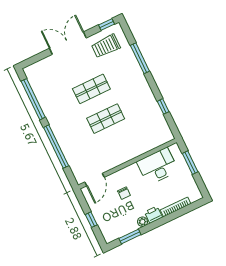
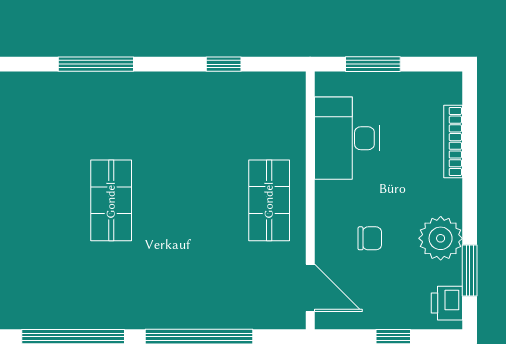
trolley: (106, 46) -> (34, 125), removed
shop shelf: (106, 119) -> (269, 200), moved
printer: (153, 215) -> (447, 303), moved
plant: (143, 222) -> (441, 238), width x1.88, depth x1.88

